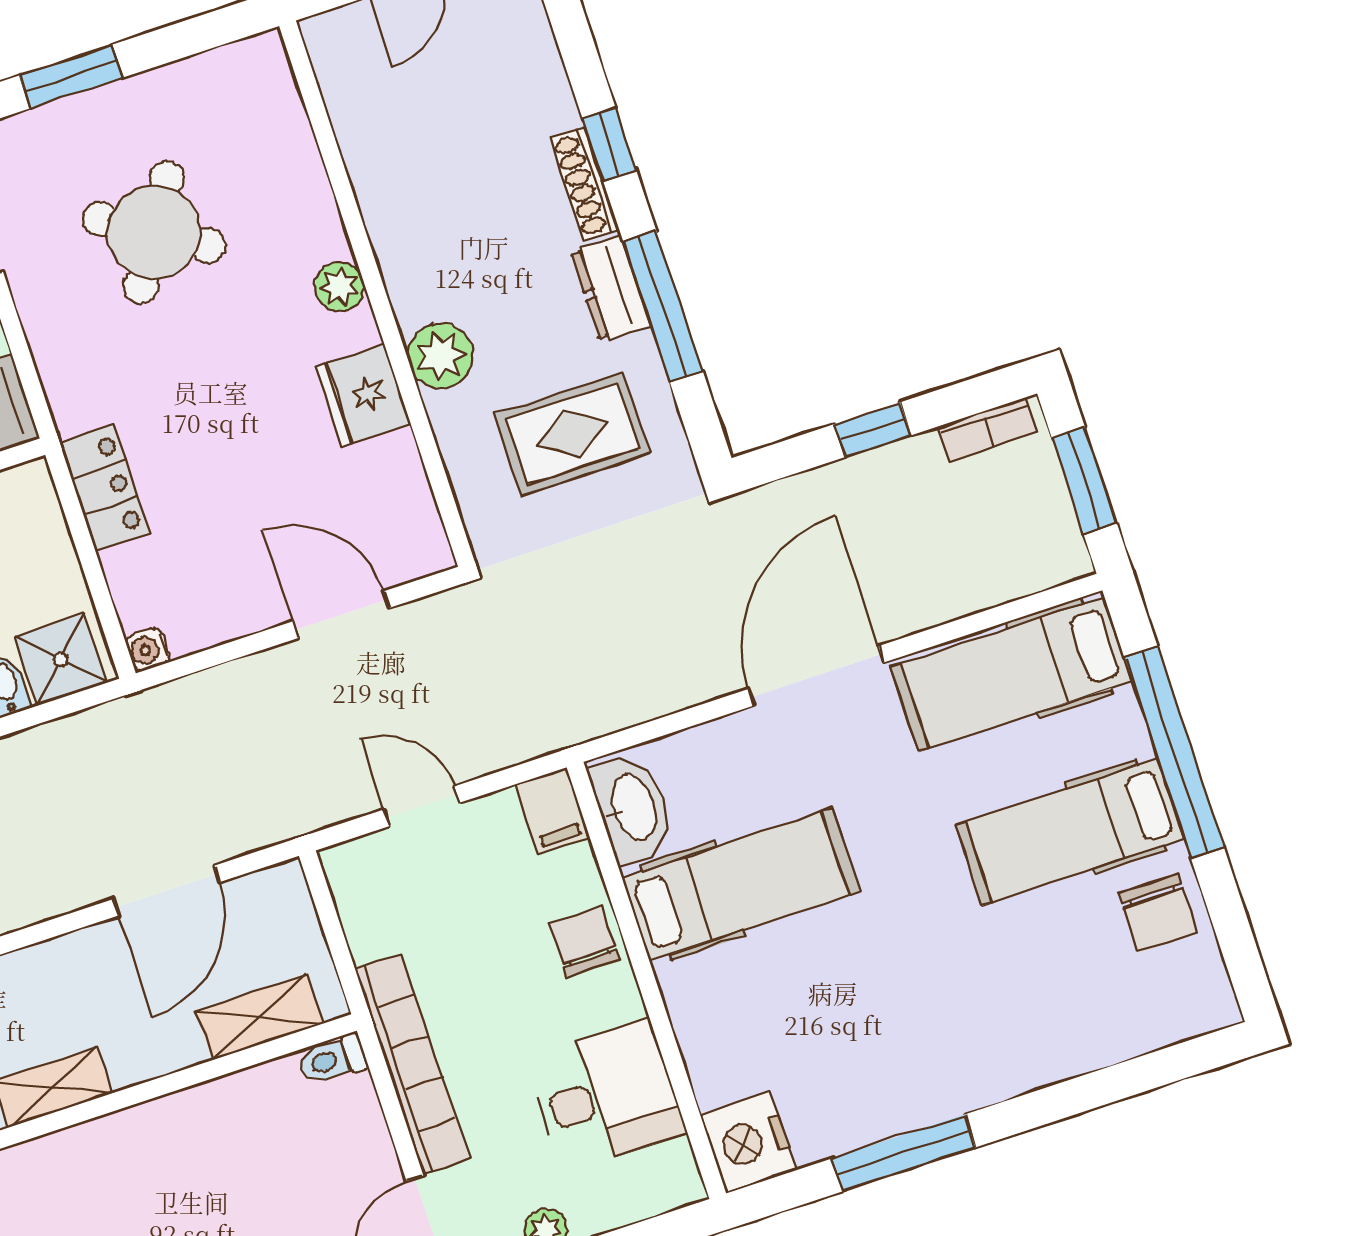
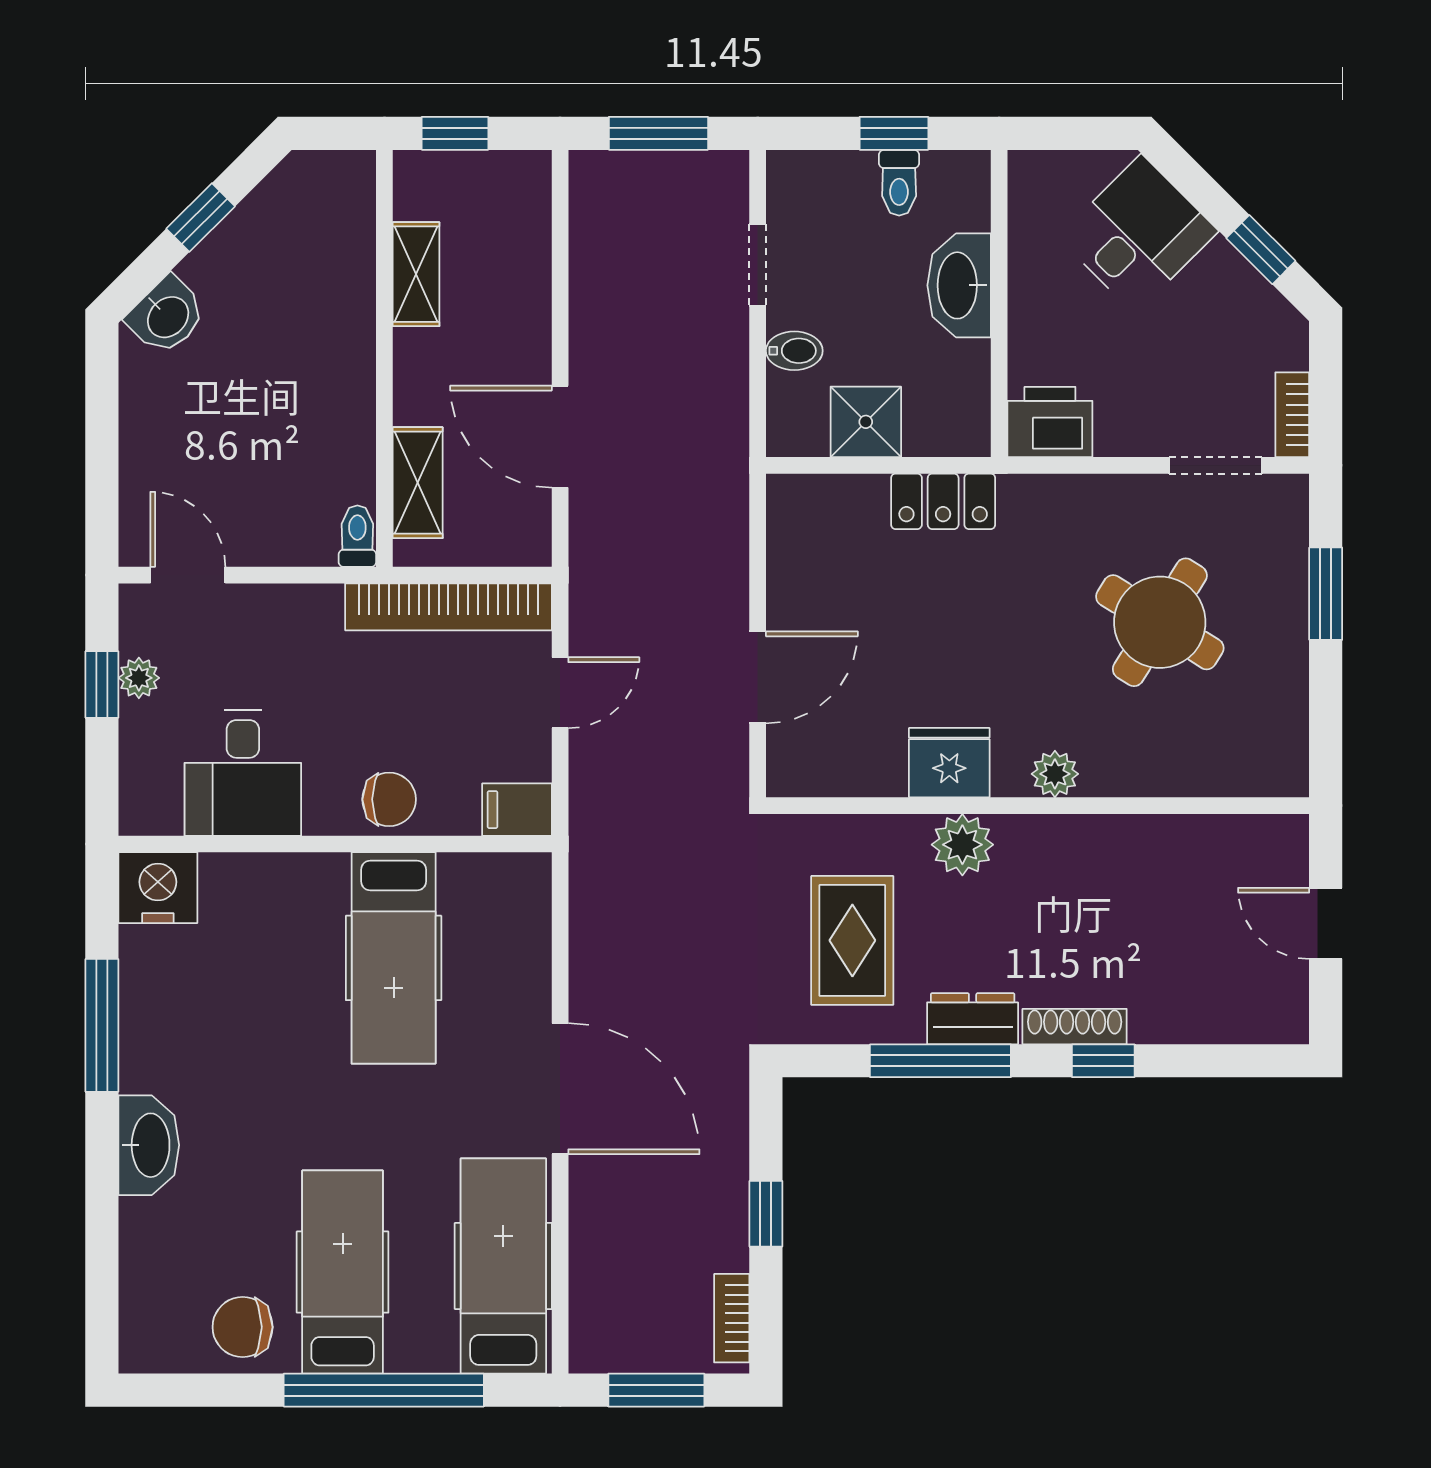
water cooler: (148, 649) -> (784, 492), removed
shower: (61, 659) -> (866, 422), moved
washbasin: (632, 808) -> (149, 1145), moved, turned -90
bookcase: (412, 1064) -> (448, 607), moved

